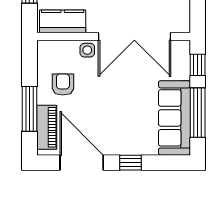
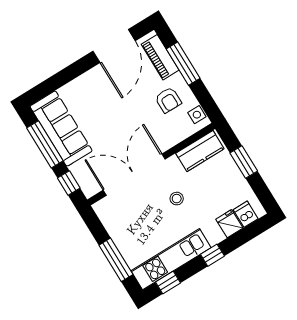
side table: (87, 50) -> (197, 115), moved
door: (82, 163) -> (114, 46), hinge flipped
window: (130, 163) -> (75, 70), removed

